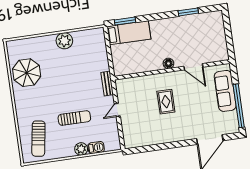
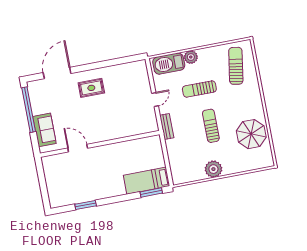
floor lamp: (168, 63) -> (104, 150), removed
sun lounger: (65, 82) -> (211, 126), added
sofa: (225, 91) -> (44, 130), width x0.73
rug: (166, 102) -> (91, 88), moved, turned 90
barbecue: (96, 148) -> (169, 64), width x1.88, depth x1.53

